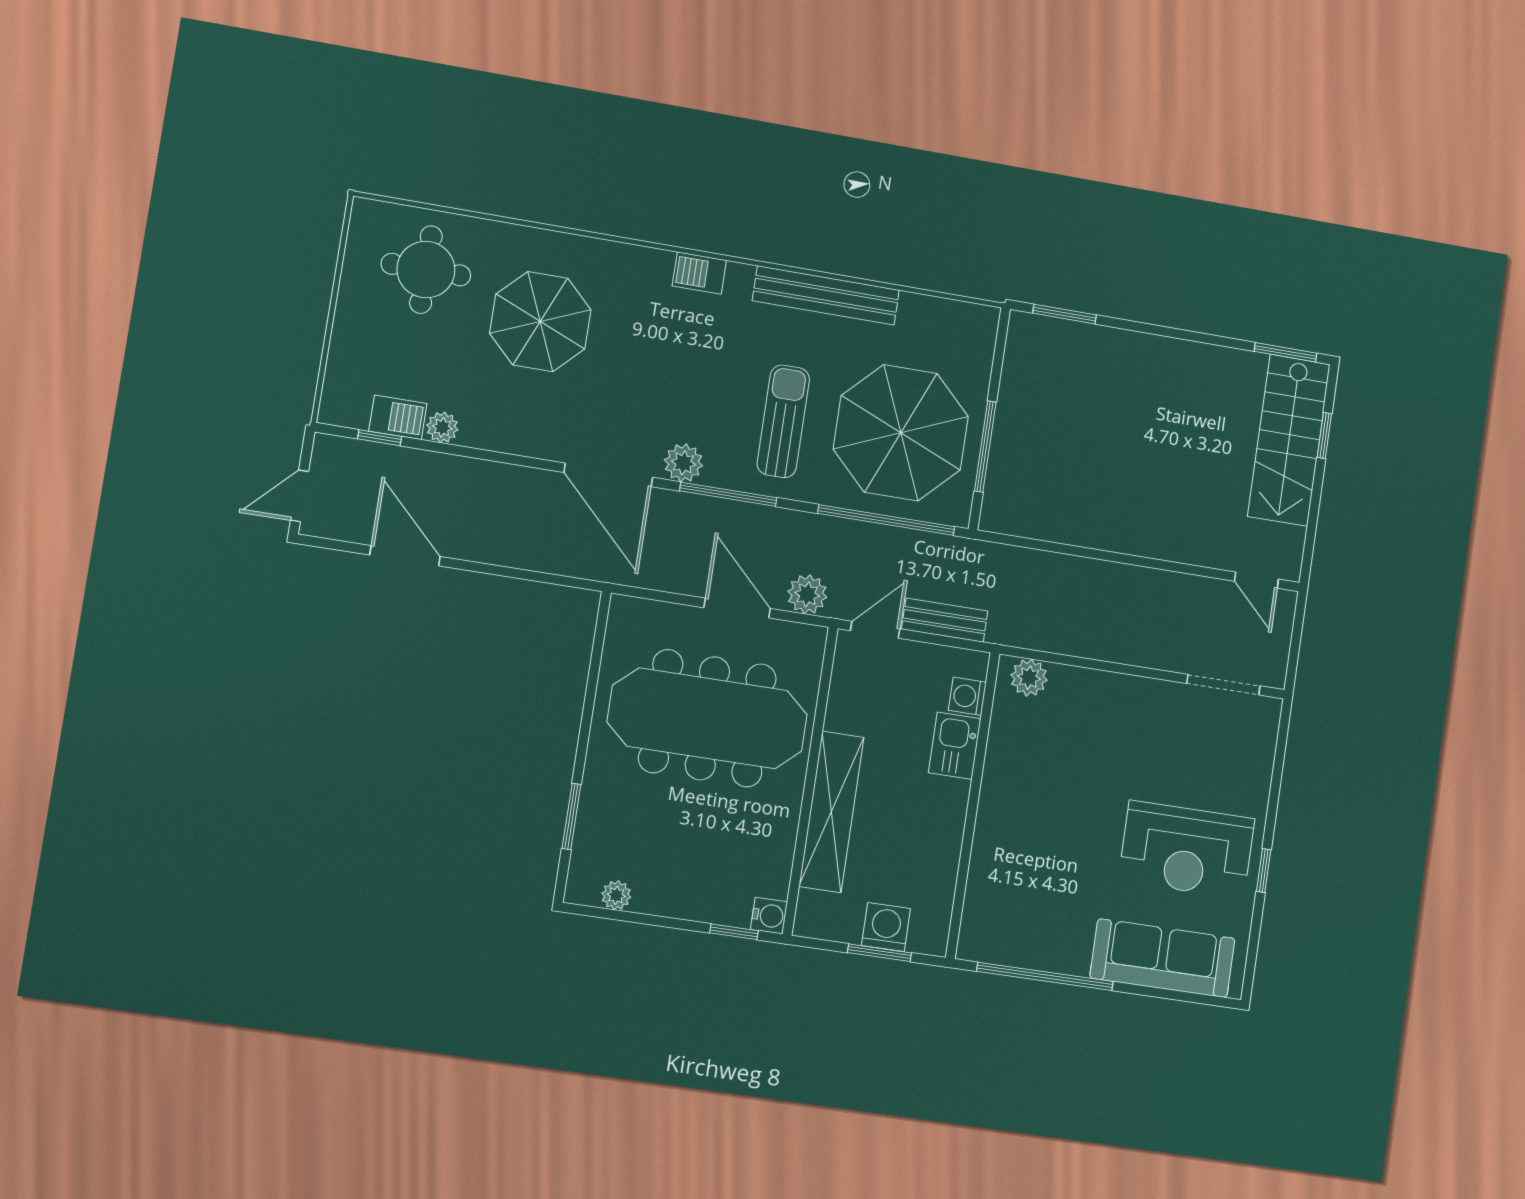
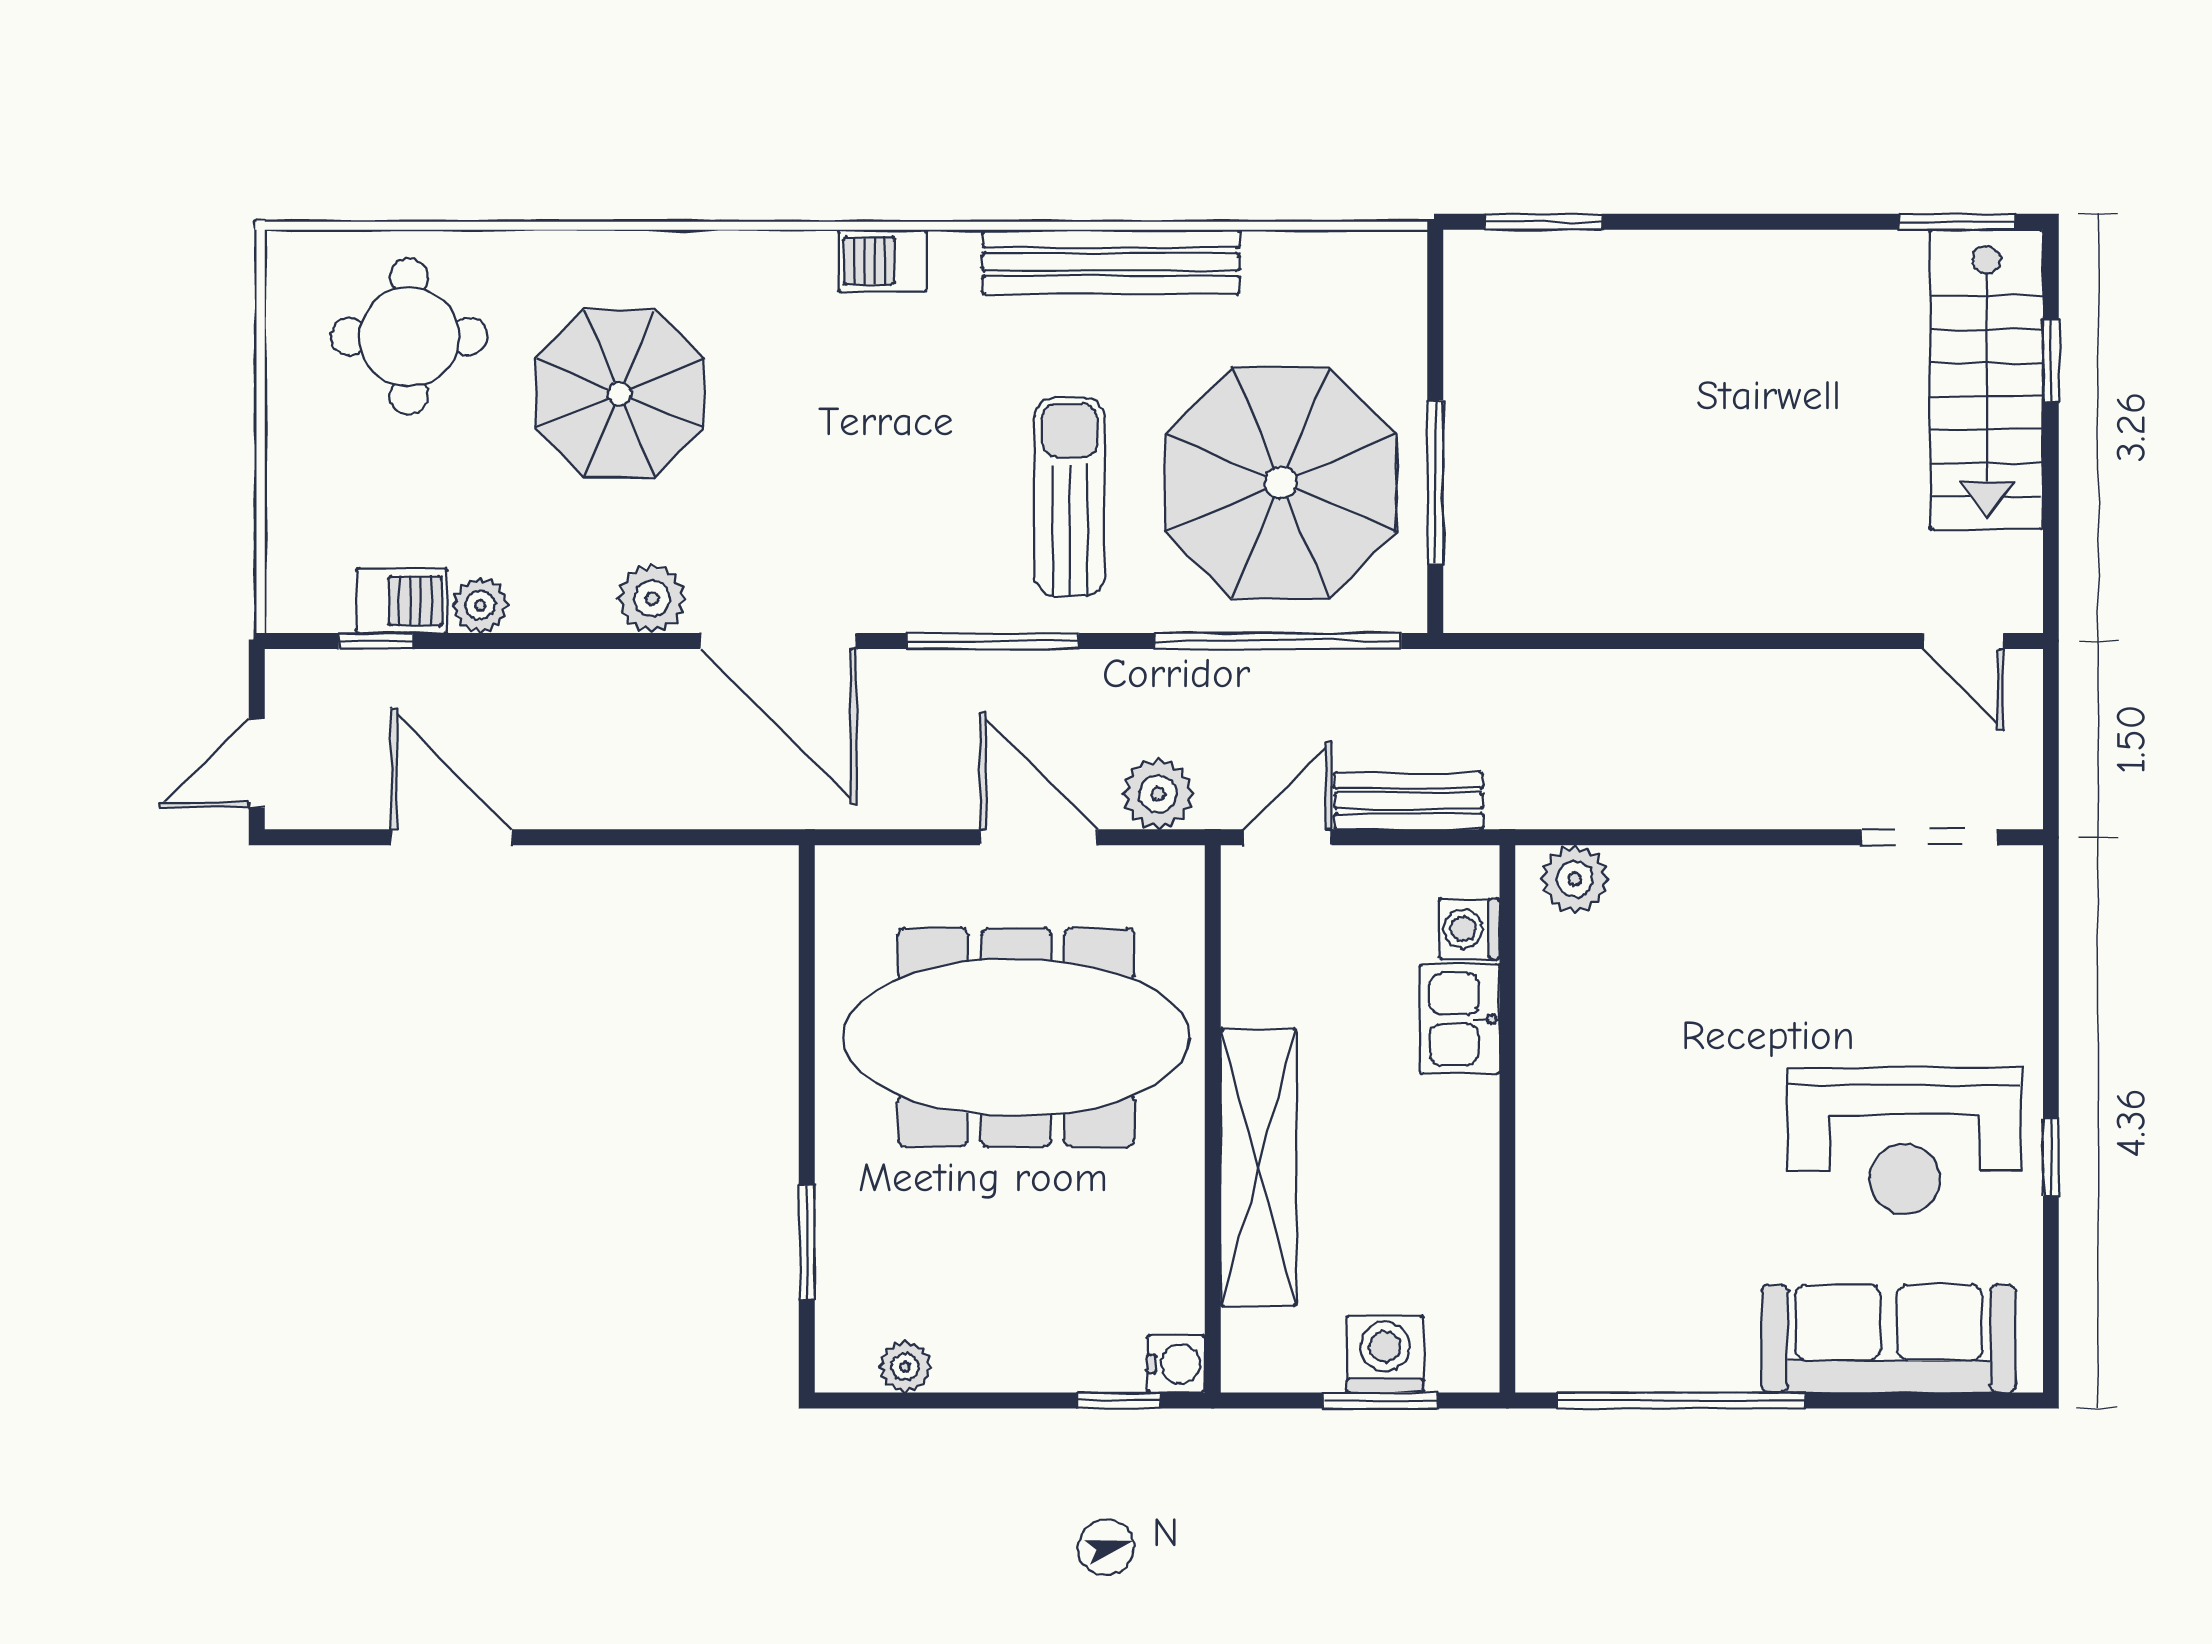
plant: (683, 463) -> (652, 599), moved

